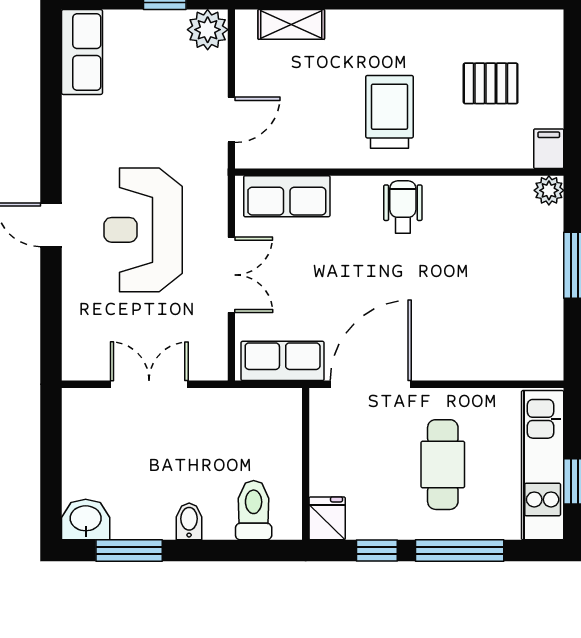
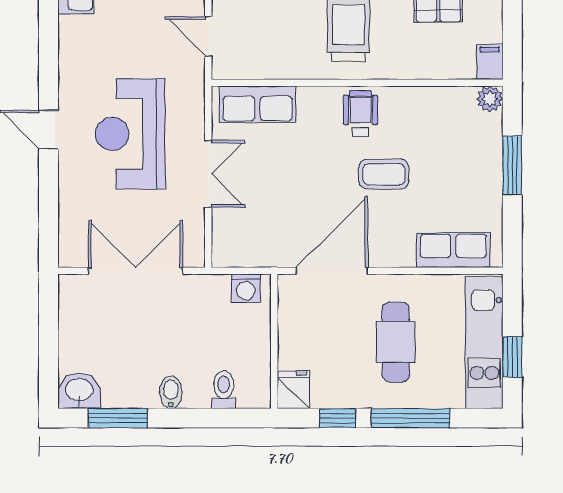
door: (231, 120) -> (208, 36), swing flipped
coffee table: (429, 275) -> (384, 174), added
row of seats: (283, 361) -> (453, 250), moved
double door: (149, 384) -> (136, 271), width x1.37
washing machine: (273, 404) -> (246, 288), added
toilet: (254, 510) -> (224, 390), width x0.73, depth x0.72

